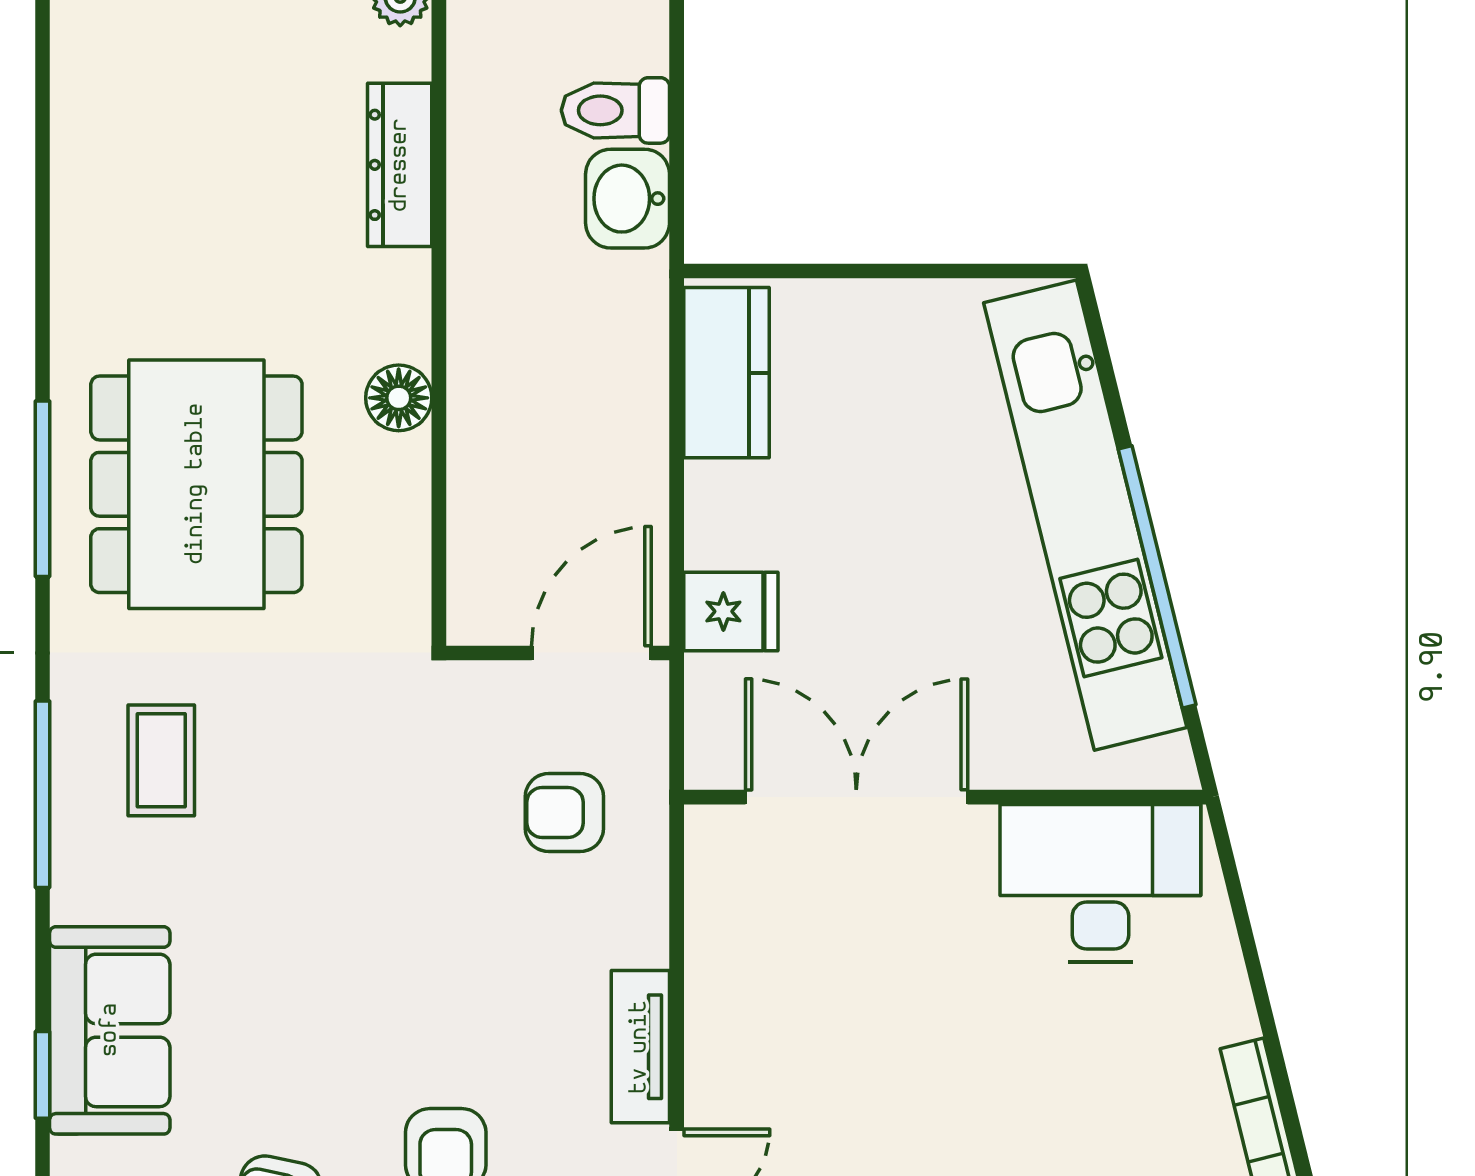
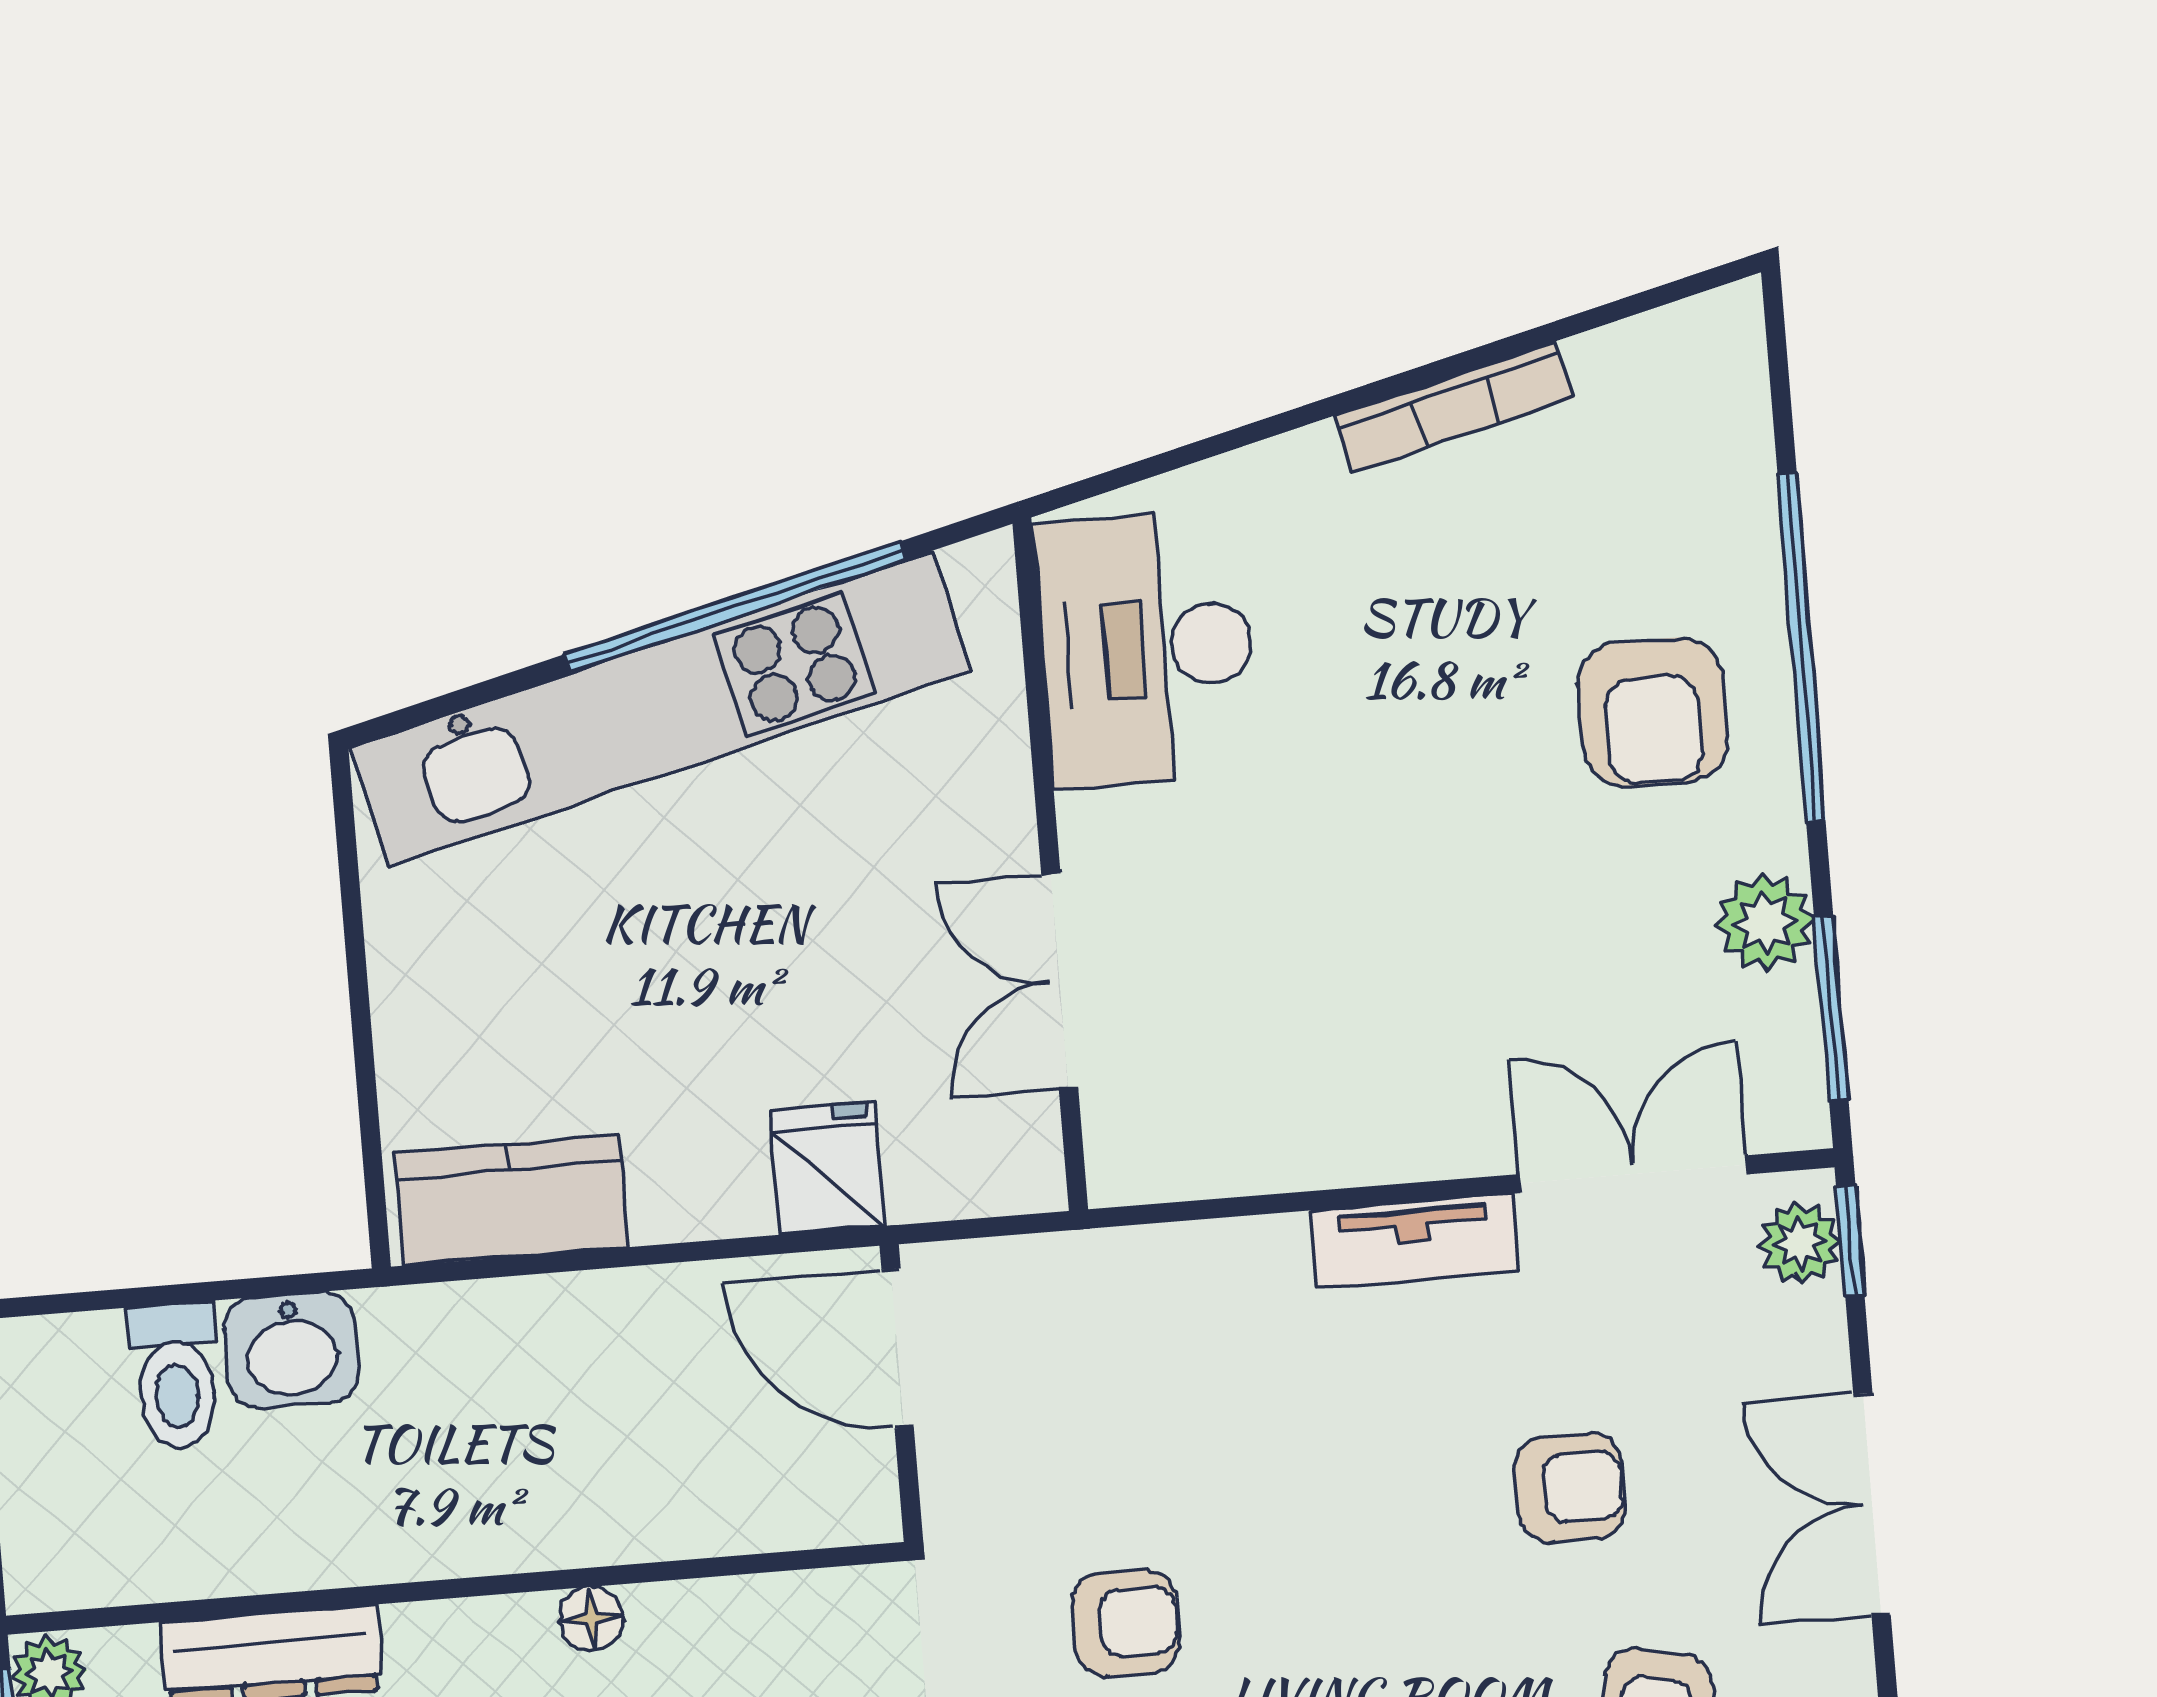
floor lamp: (399, 398) -> (591, 1619), width x0.73, depth x0.73
double door: (856, 797) -> (1060, 981), width x0.73
armchair: (564, 813) -> (1126, 1623), moved, turned -90

